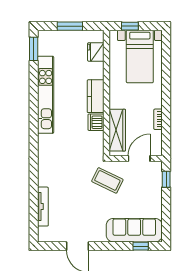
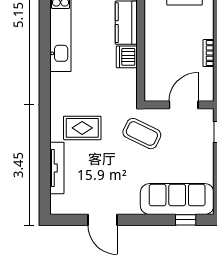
wardrobe: (117, 130) -> (155, 67), removed
rug: (62, 176) -> (82, 128), added

